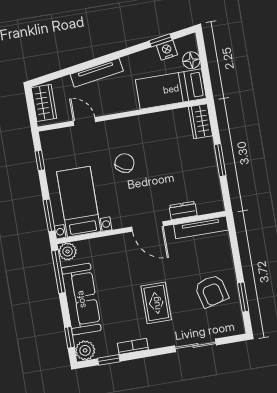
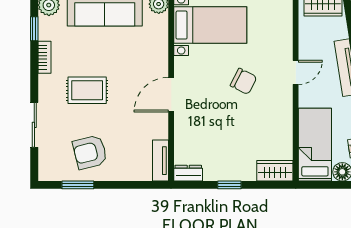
door: (84, 121) -> (296, 72), moved
window: (220, 160) -> (229, 185), width x0.67
dresser: (183, 210) -> (188, 173), moved, turned -90
tv unit: (201, 227) -> (160, 161), width x0.71

